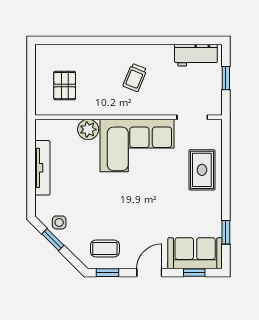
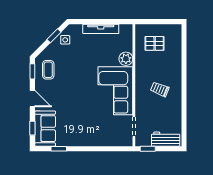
workbench: (196, 55) -> (166, 139), moved, turned 90
window: (226, 78) -> (148, 149), moved
rug: (202, 170) -> (100, 133), removed

